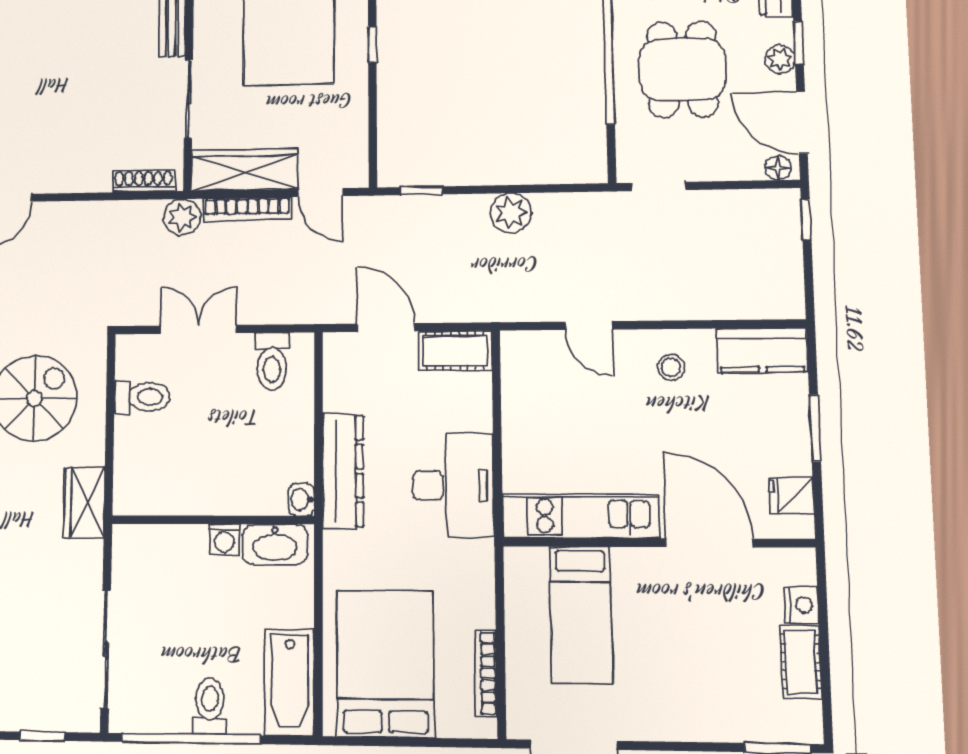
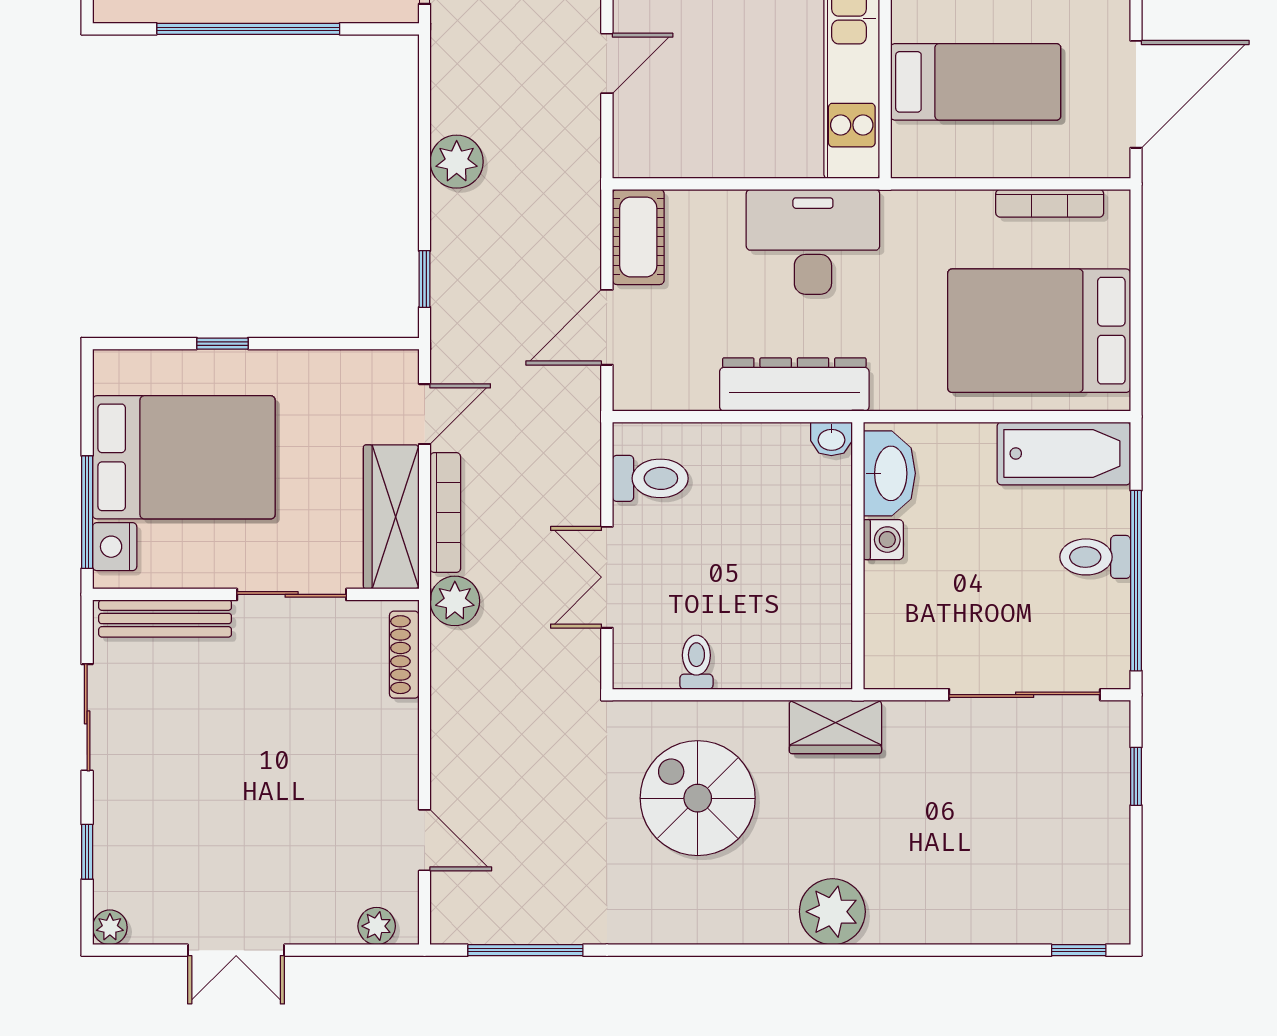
toilet: (142, 397) -> (696, 662), width x0.73, depth x0.72

